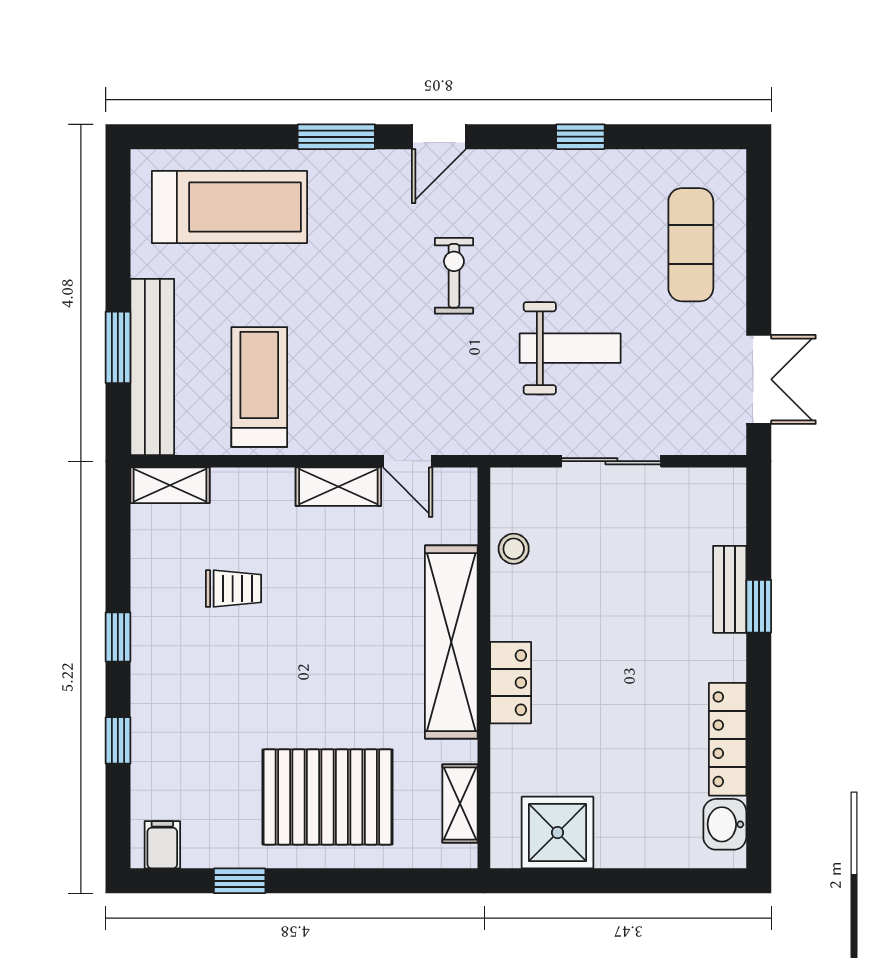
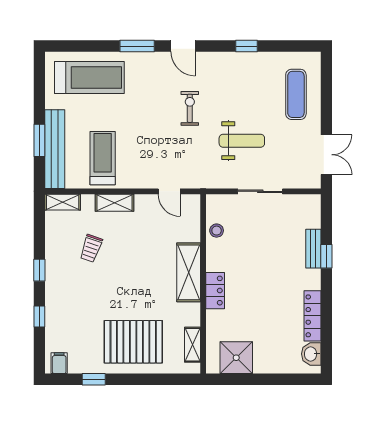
door: (439, 137) -> (183, 46), hinge flipped
shelving: (338, 487) -> (115, 203), moved
trolley: (233, 589) -> (91, 248), turned 109
shelving: (451, 642) -> (189, 272), width x0.68

